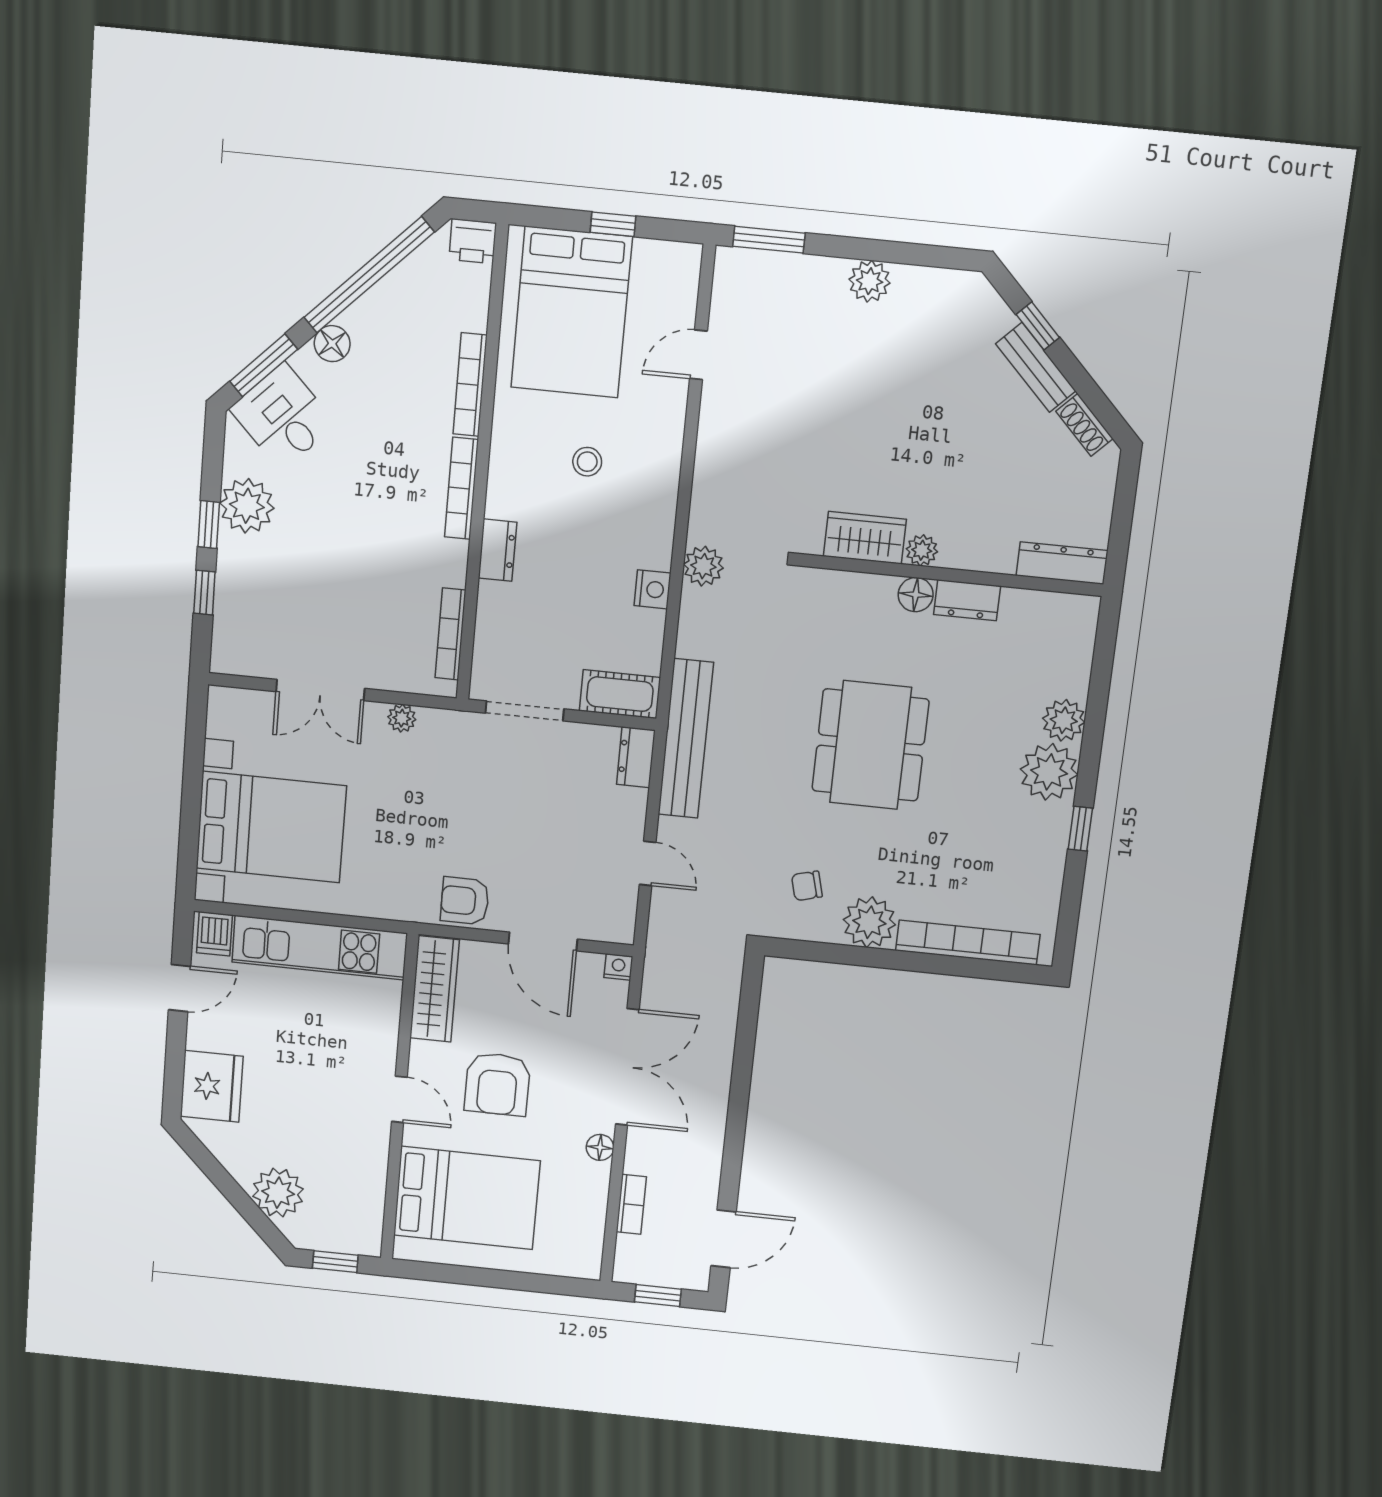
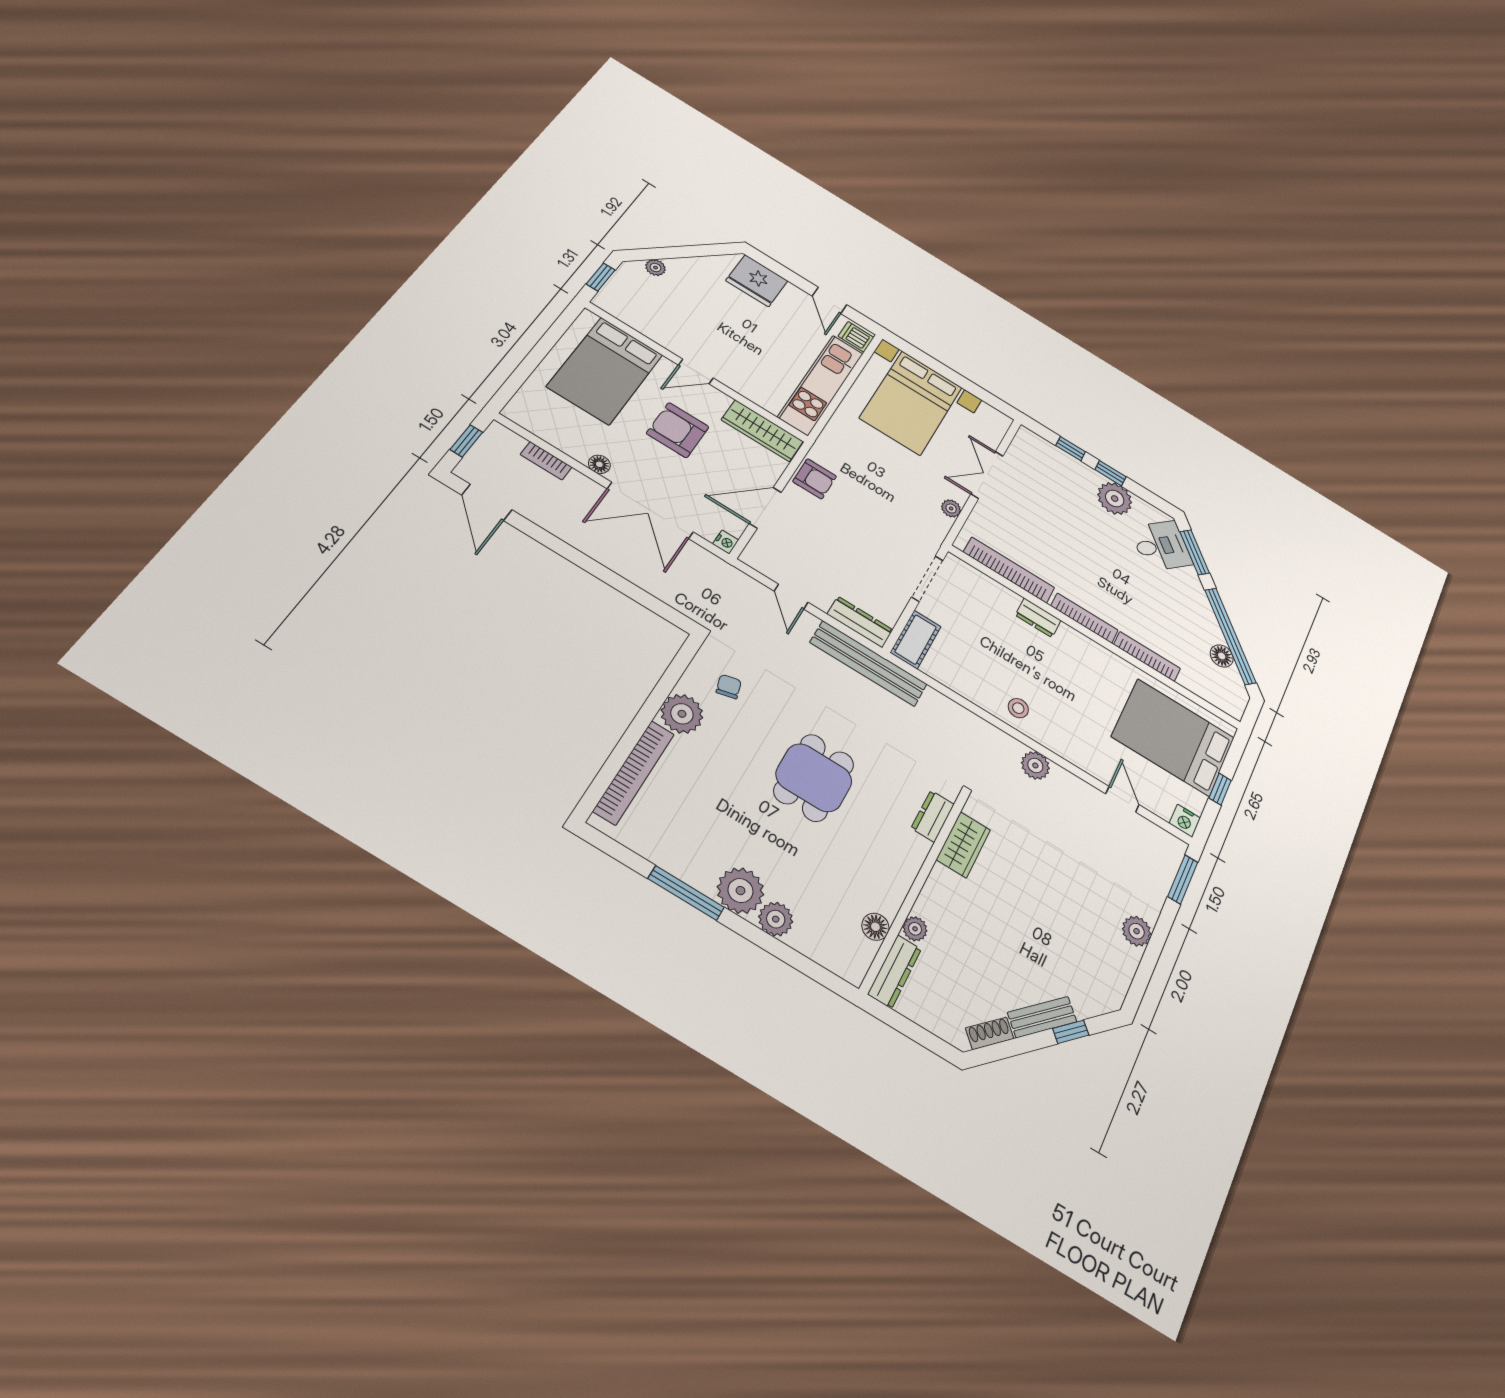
printer: (473, 241) -> (1233, 703), removed
floor lamp: (332, 344) -> (1222, 656), moved
stool: (587, 462) -> (1018, 708), moved
plant: (922, 550) -> (915, 929), moved
plant: (703, 566) -> (1035, 765), moved
nightstand: (652, 589) -> (1185, 821), moved
floor lamp: (916, 595) -> (875, 927), moved
dresser: (967, 600) -> (933, 816), moved
bookcase: (450, 634) -> (1009, 570), width x1.48, depth x1.31
dining table: (870, 745) -> (814, 778), width x0.73
dresser: (636, 757) -> (860, 622), width x1.44
window: (1080, 829) -> (686, 893), width x2.17
door: (648, 863) -> (791, 597), hinge flipped
armchair: (465, 901) -> (815, 479), turned 90
plant: (278, 1193) -> (656, 268), width x0.53, depth x0.53

